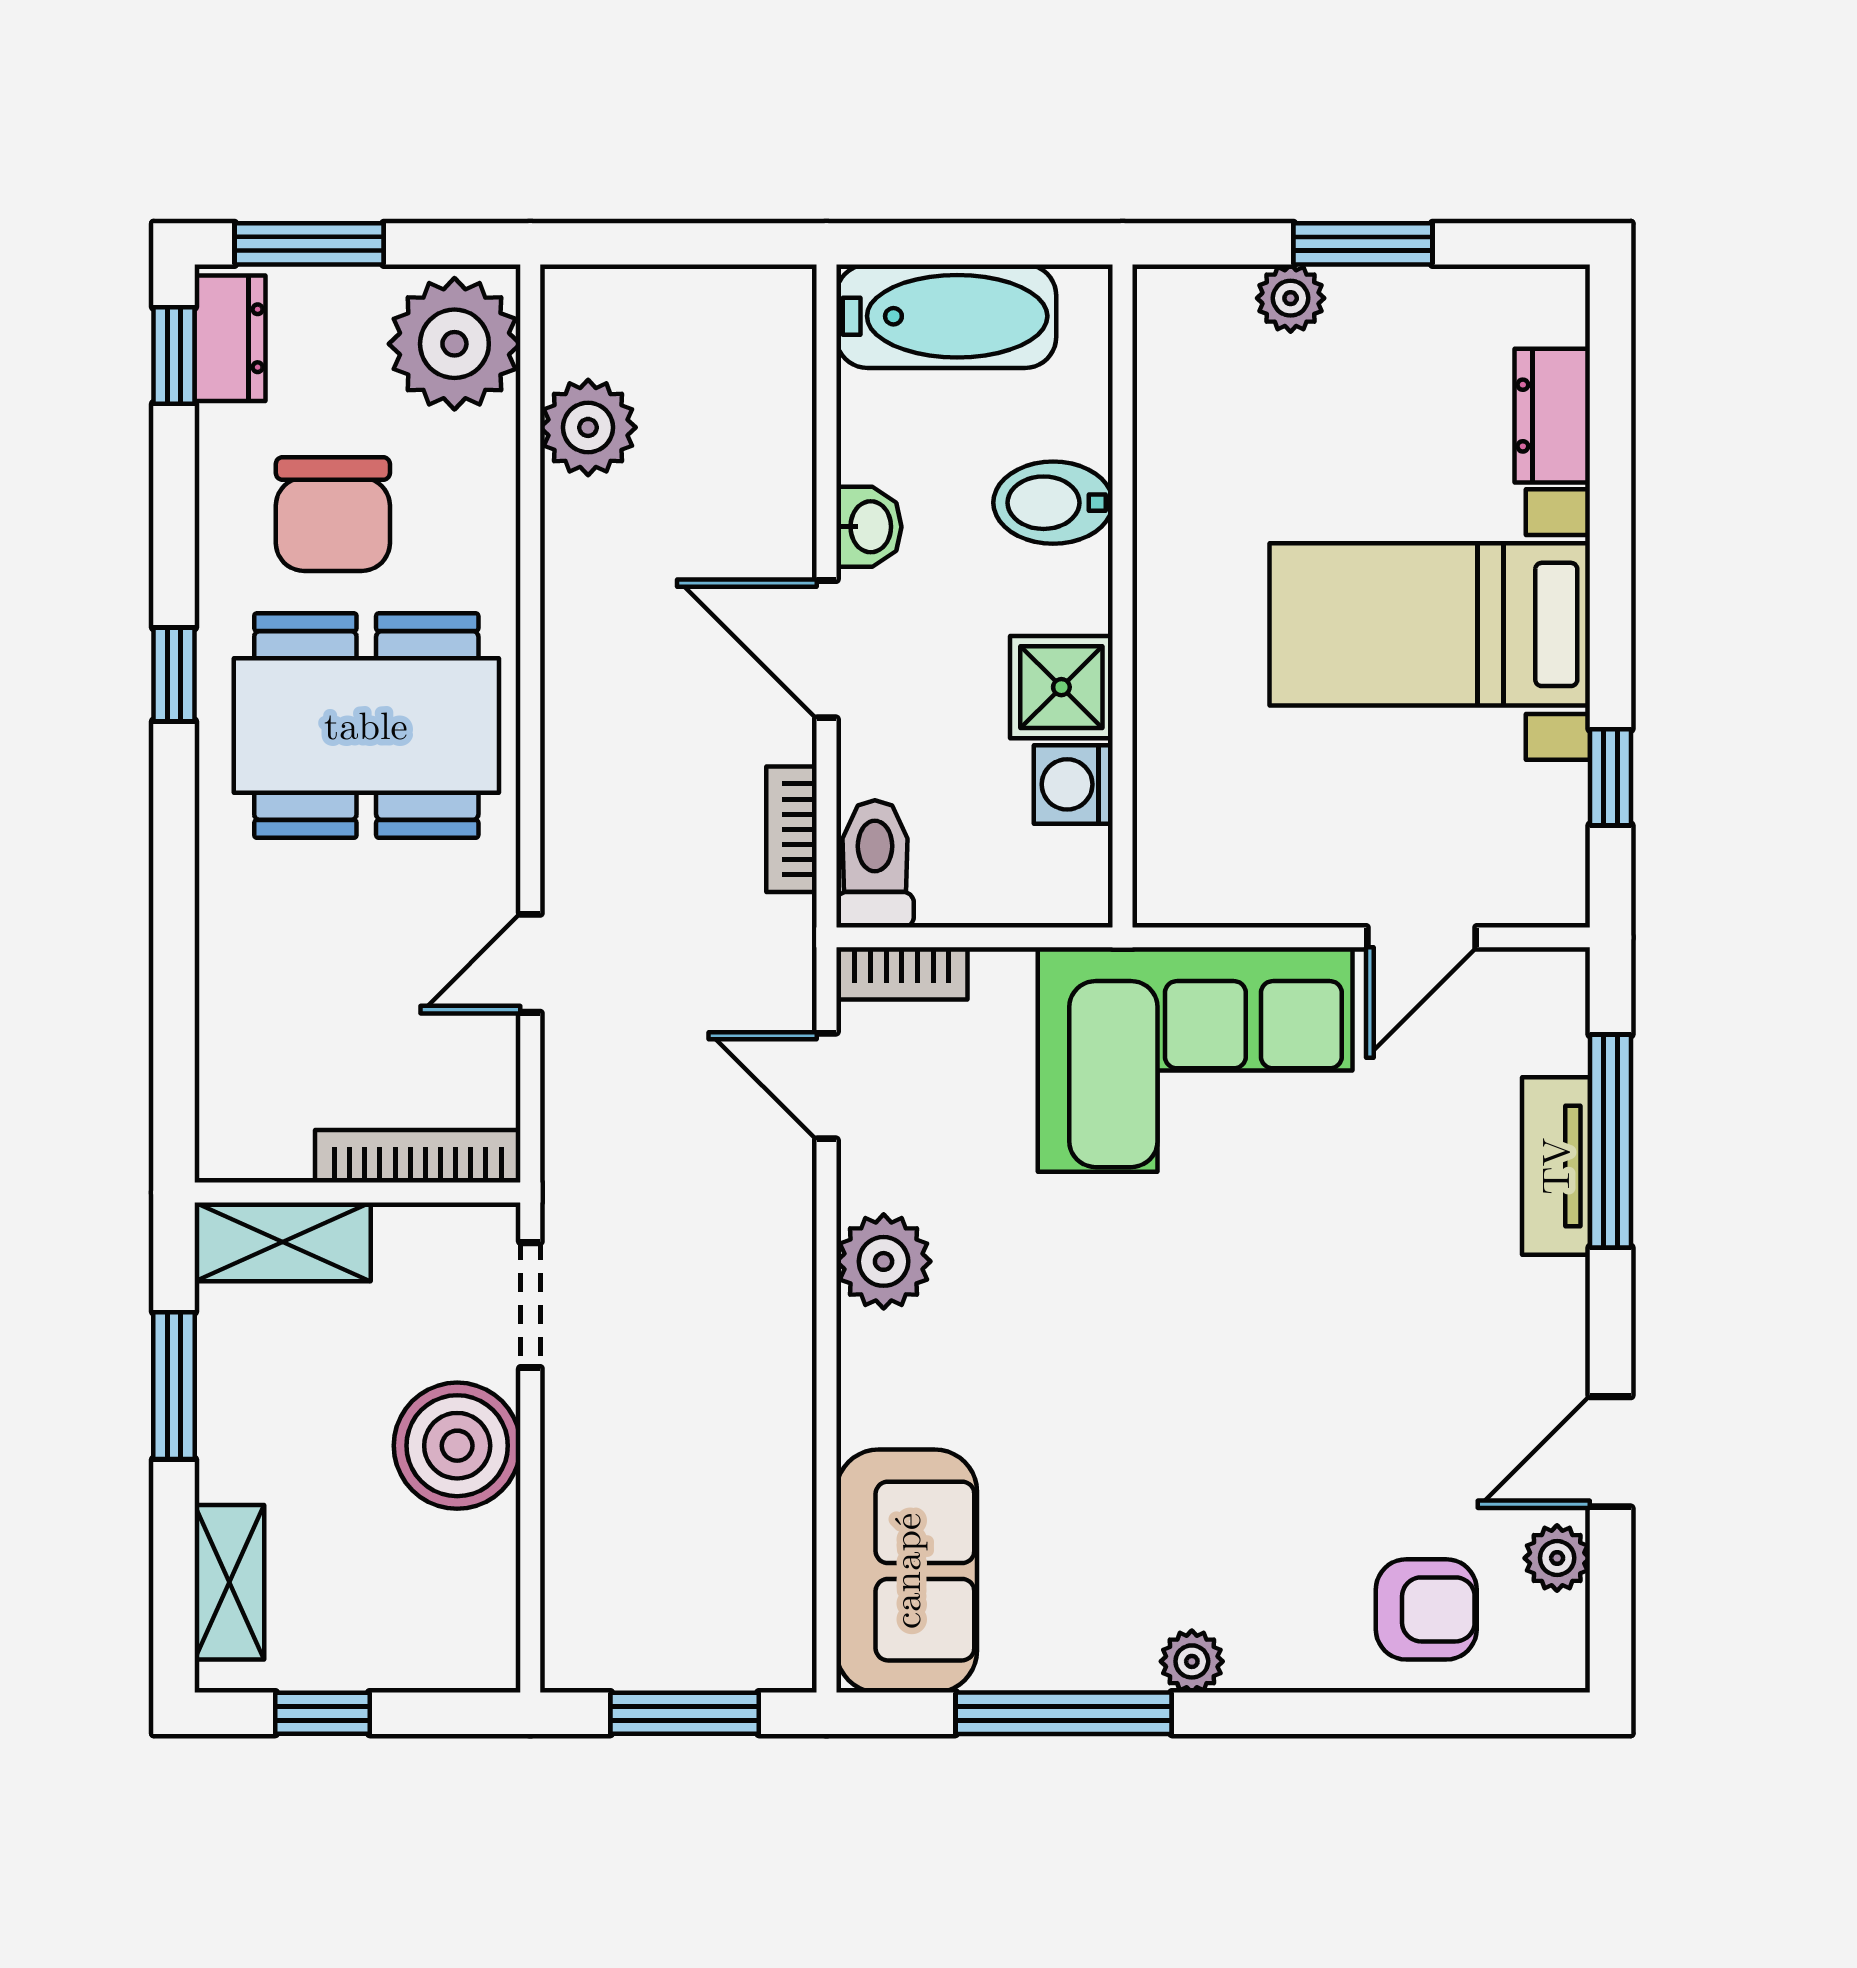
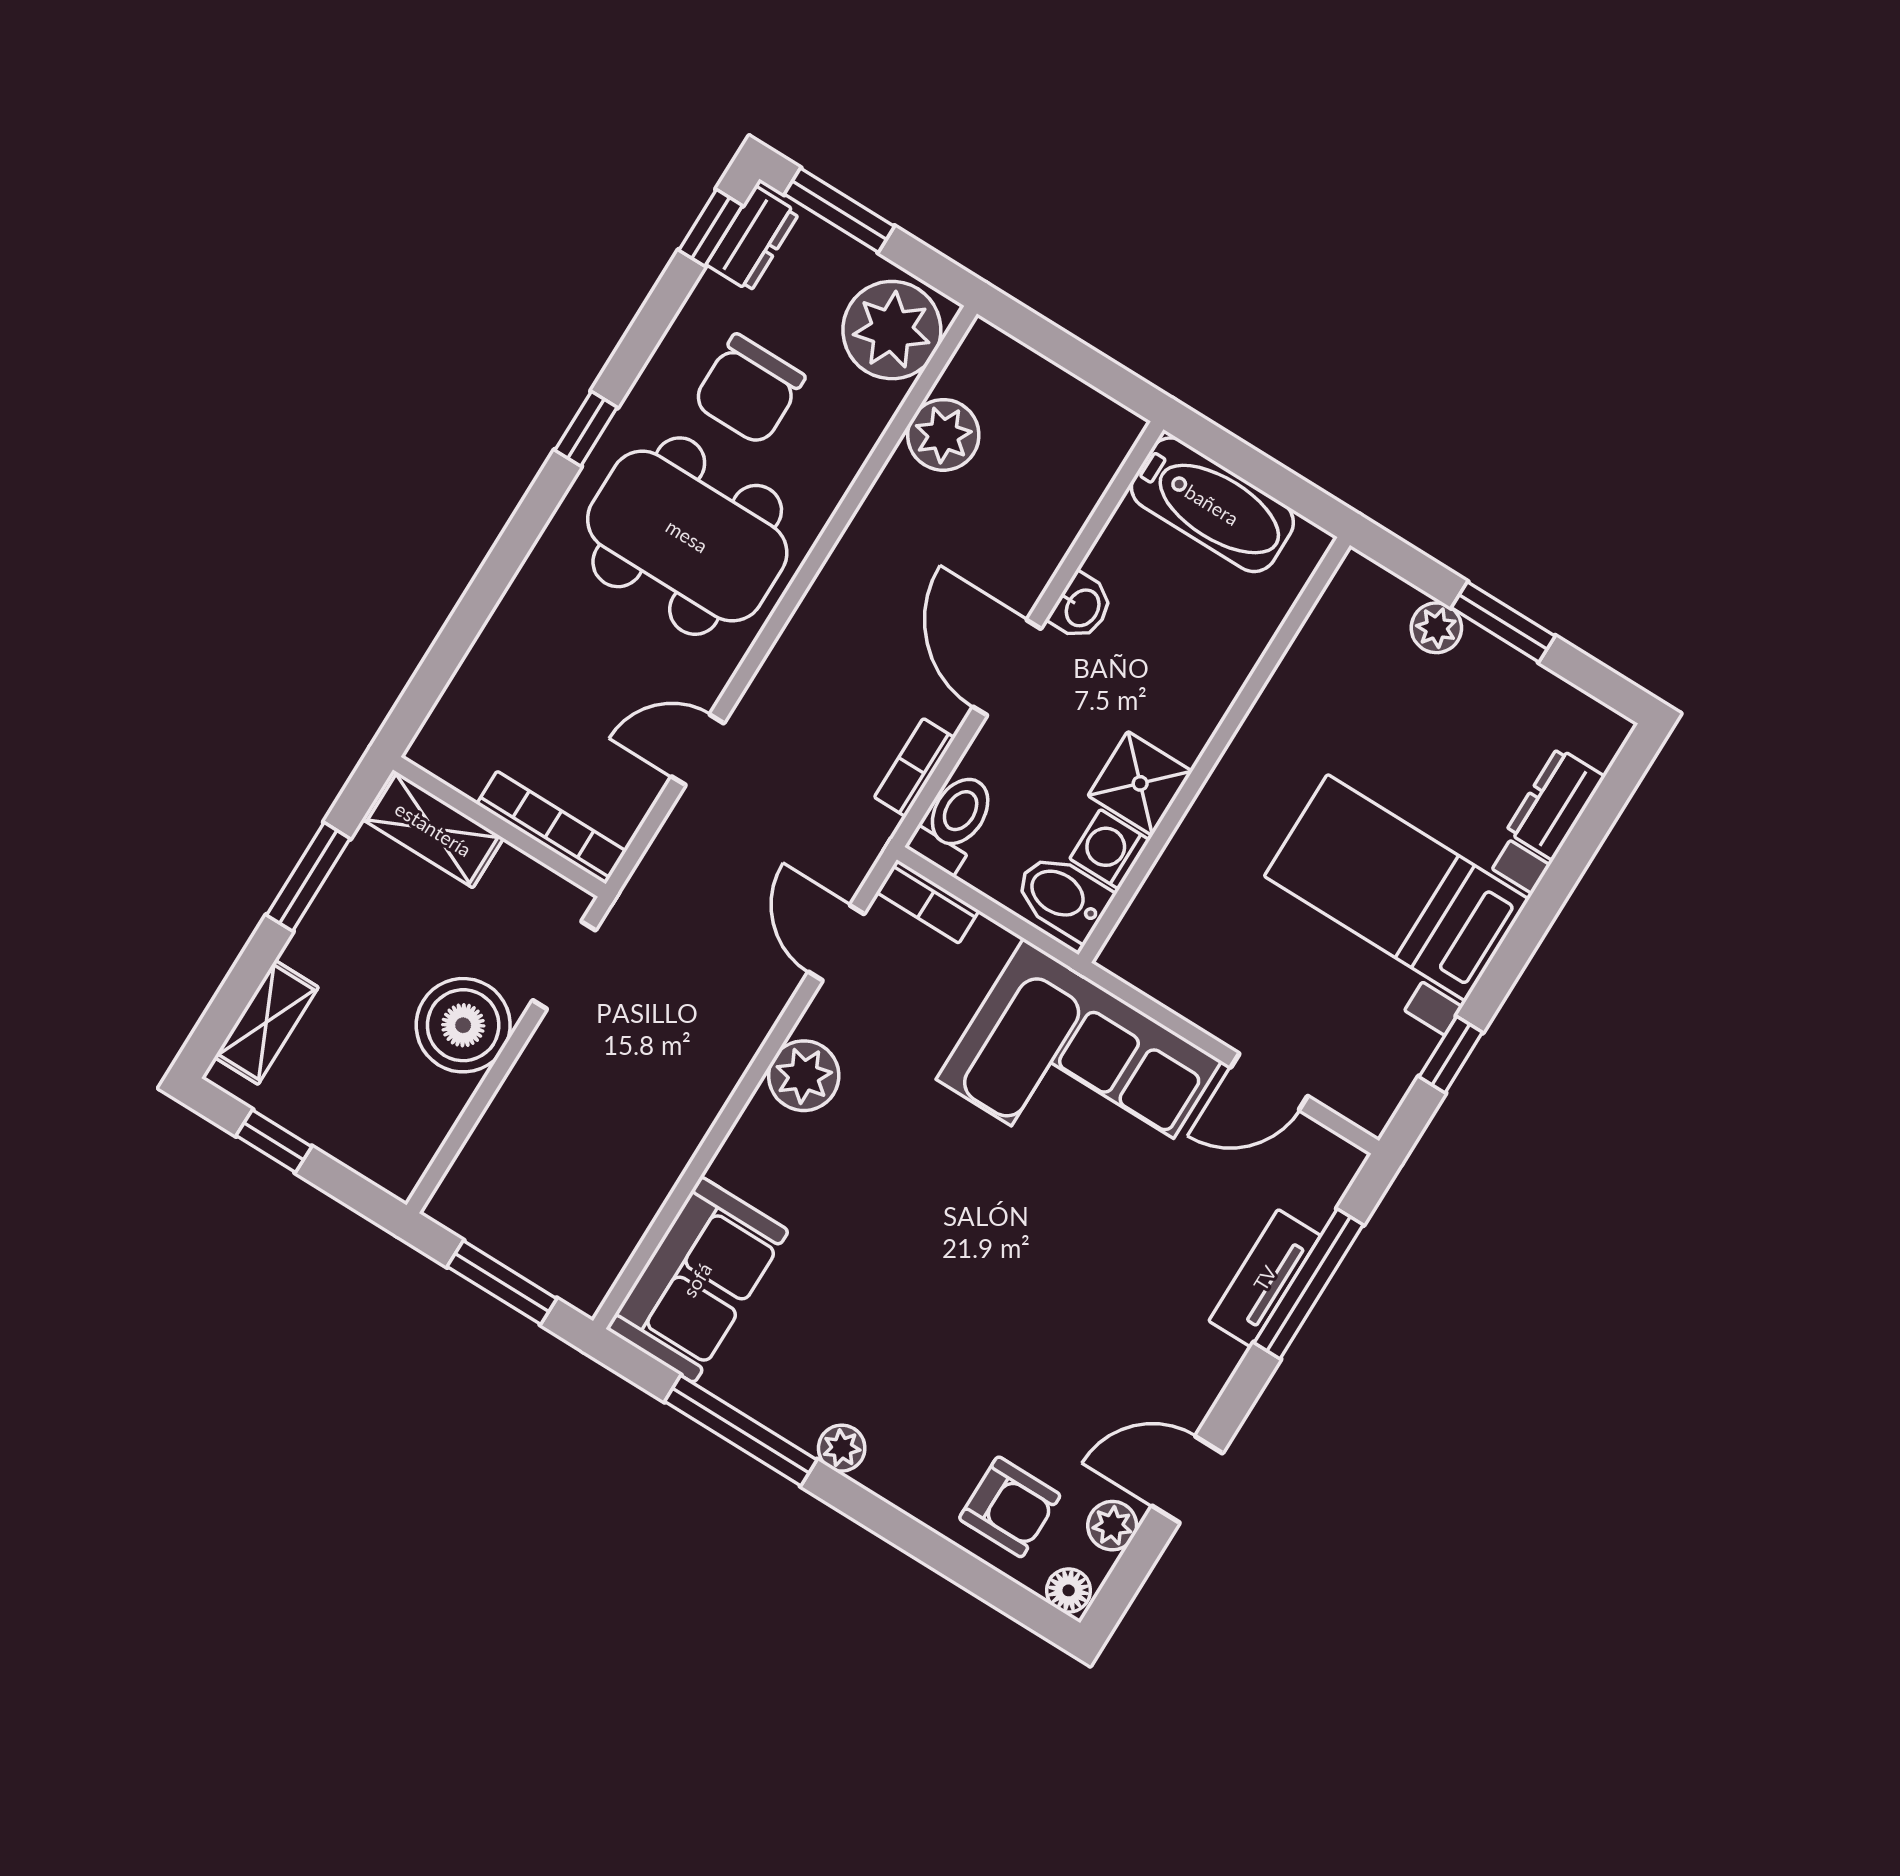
bidet: (1053, 503) -> (1063, 896), moved
floor lamp: (1553, 1663) -> (1069, 1590), added

